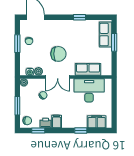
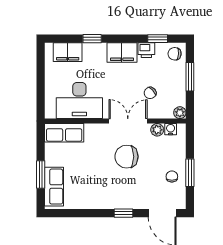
window: (80, 17) -> (124, 213), moved
row of seats: (88, 69) -> (64, 133), moved
filing cabinet: (57, 122) -> (122, 52), width x2.00

